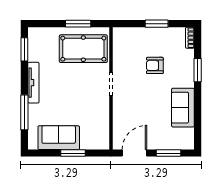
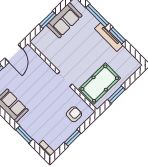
window: (24, 49) -> (117, 36), moved
armchair: (155, 65) -> (74, 114), moved

